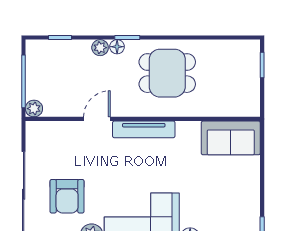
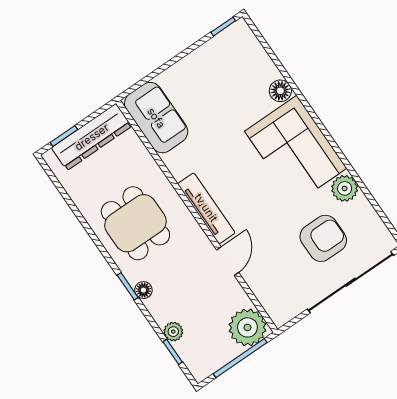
plant: (100, 48) -> (173, 332), moved
dresser: (248, 84) -> (92, 137), added
plant: (34, 109) -> (247, 327), width x1.88, depth x1.88
door: (97, 119) -> (228, 261), swing flipped

